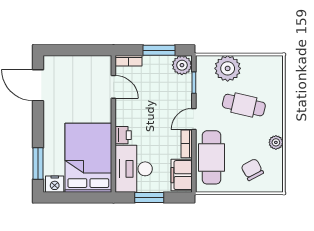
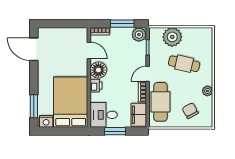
floor lamp: (126, 114) -> (98, 70), added
desk: (134, 169) -> (104, 115), width x0.73

